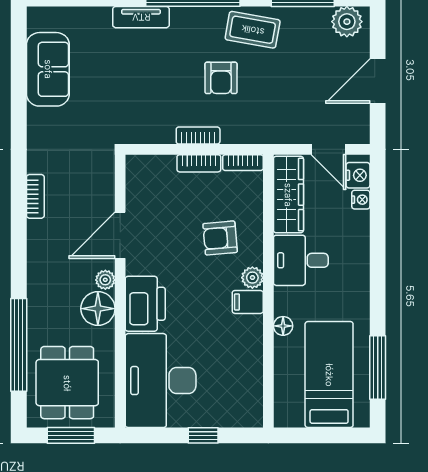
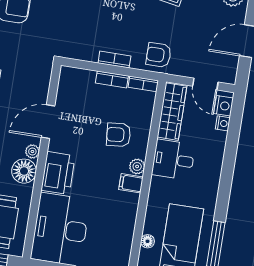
armchair: (221, 78) -> (159, 55), moved, turned 90
floor lamp: (283, 326) -> (148, 241), moved

